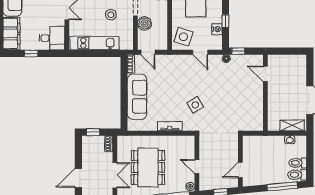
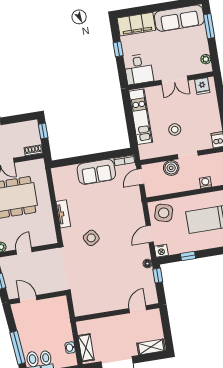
nightstand: (217, 29) -> (161, 251), moved
shelving: (301, 68) -> (151, 347), added
sofa: (137, 97) -> (96, 172), width x0.73

